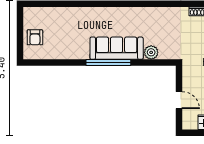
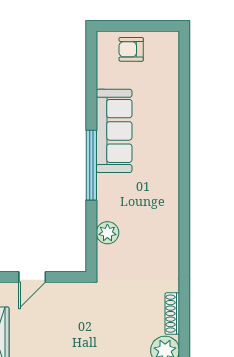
sofa: (117, 48) -> (114, 131), moved

